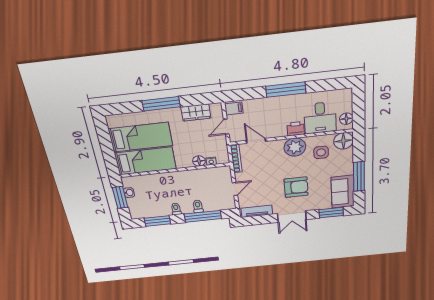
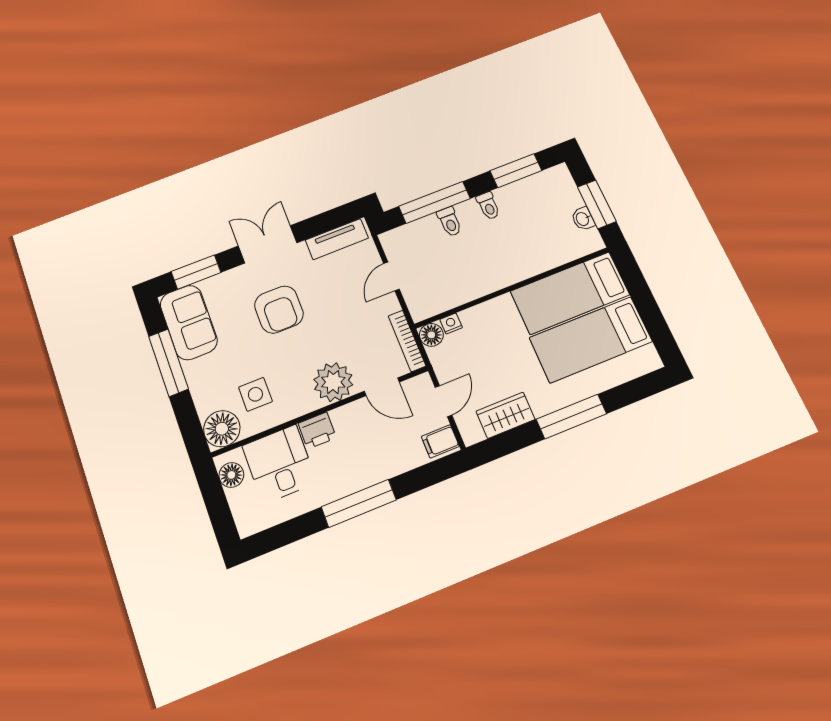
plant: (295, 147) -> (333, 382), moved
floor lamp: (199, 161) -> (431, 335), moved
armchair: (296, 187) -> (279, 310), turned -90

